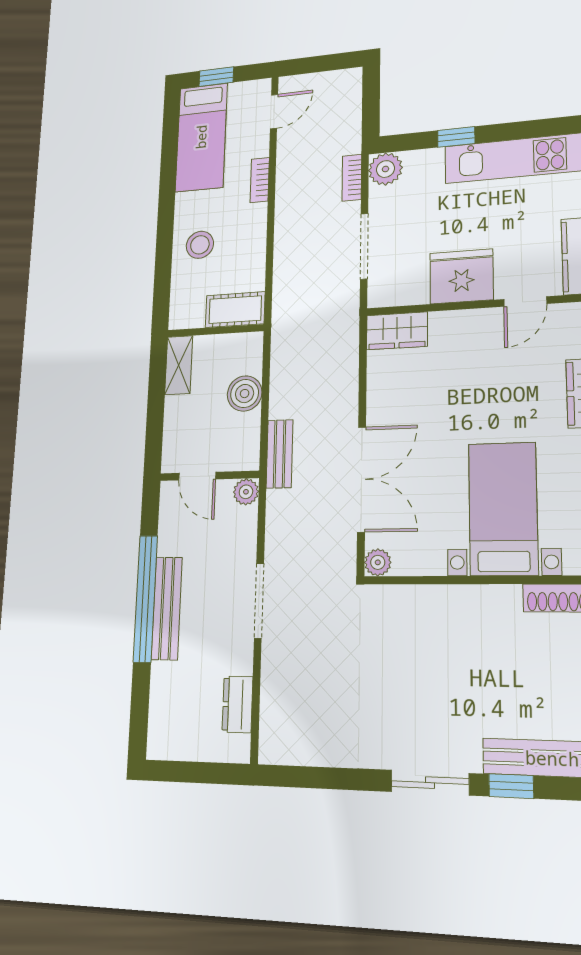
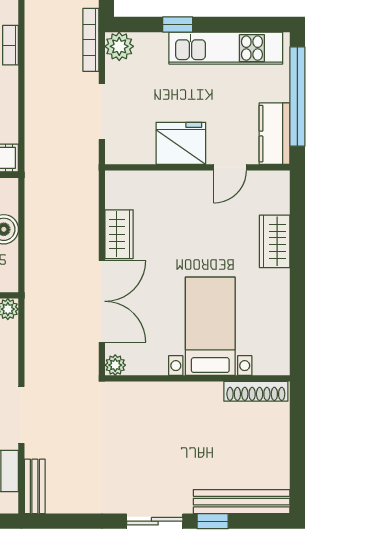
bookcase: (352, 178) -> (91, 40), width x1.56
wardrobe: (397, 331) -> (119, 234), moved, turned -90
bench: (280, 454) -> (35, 486), moved
doorway: (259, 601) -> (21, 415), moved

